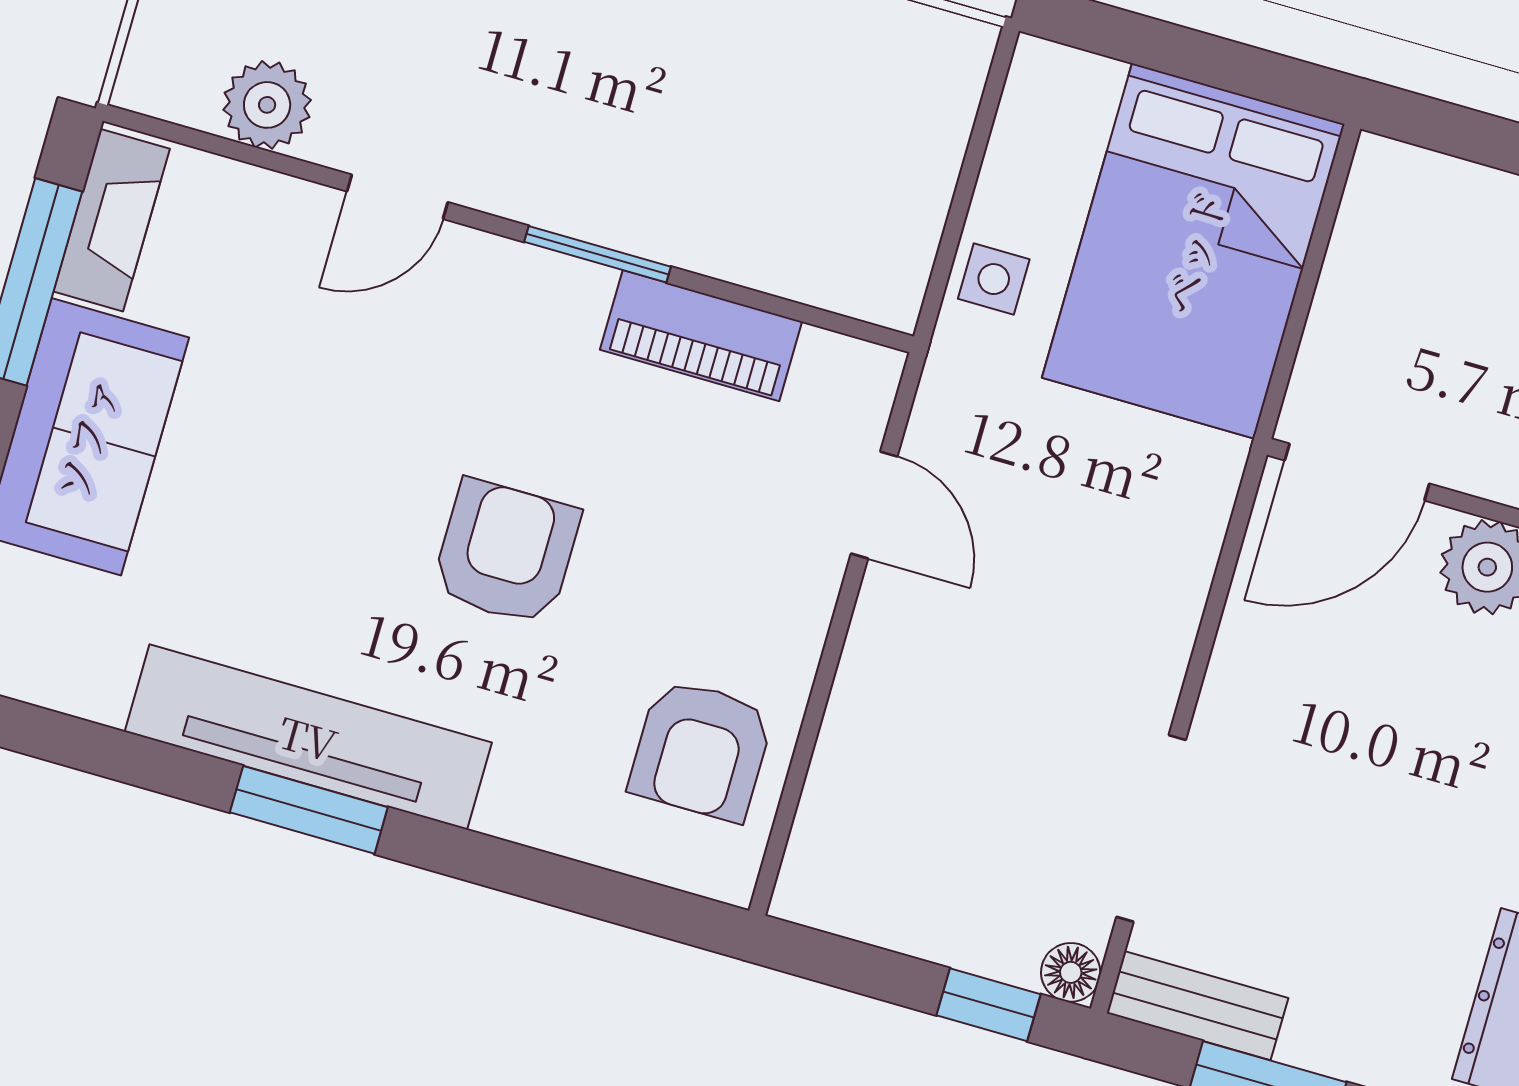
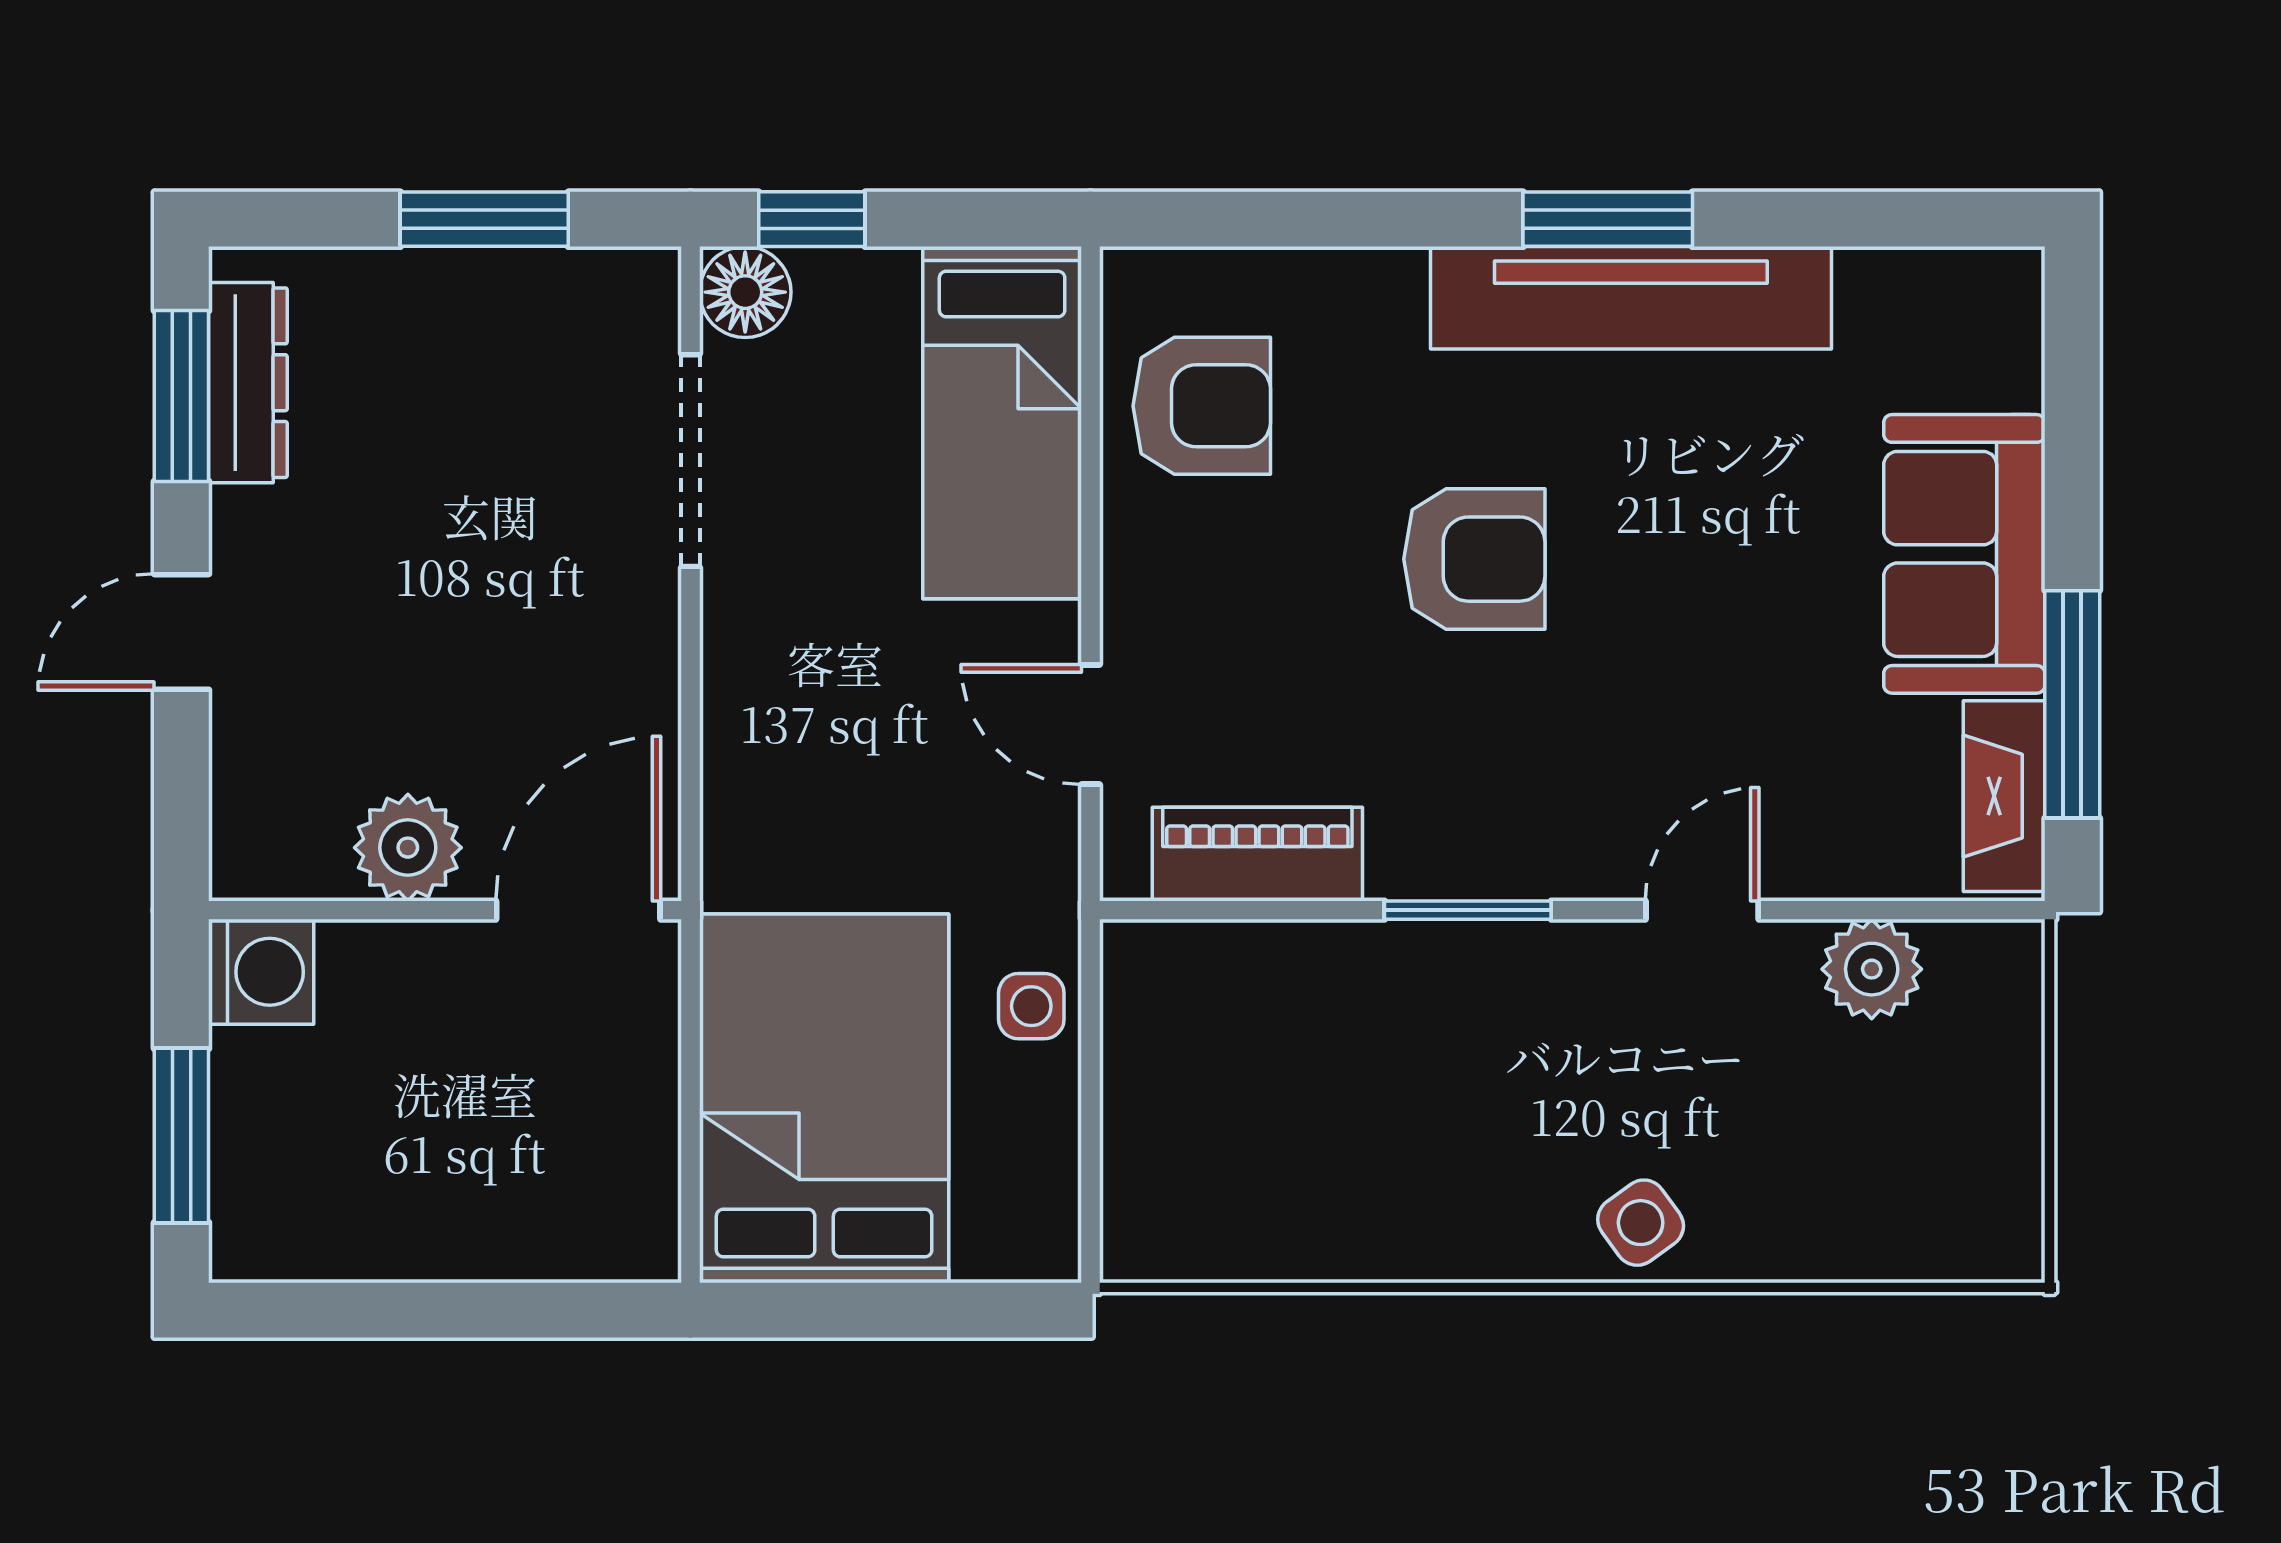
piano: (701, 336) -> (1257, 854), moved
armchair: (506, 552) -> (1474, 559), turned -90
armchair: (701, 750) -> (1202, 406), turned 90
bed: (876, 784) -> (1002, 423), added
floor lamp: (1071, 972) -> (745, 292), width x1.37, depth x1.37
bench: (1197, 1006) -> (585, 283), removed

